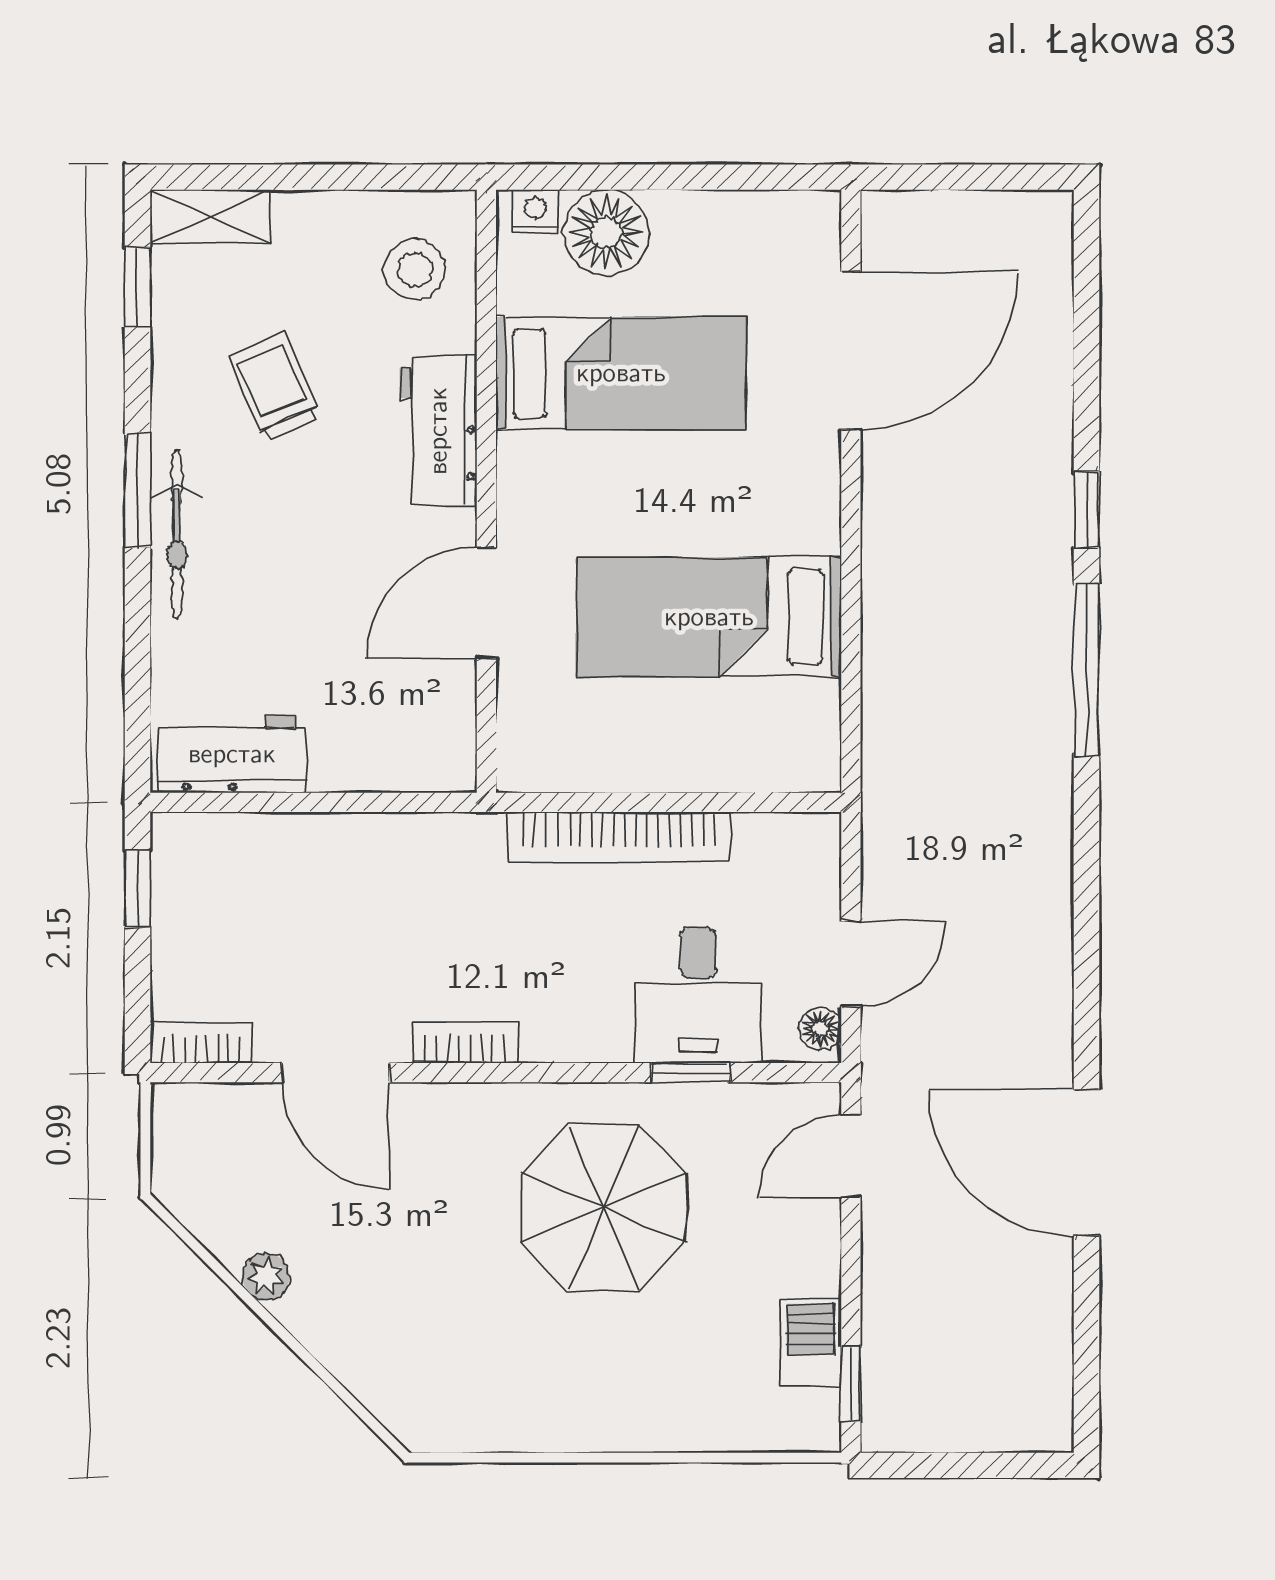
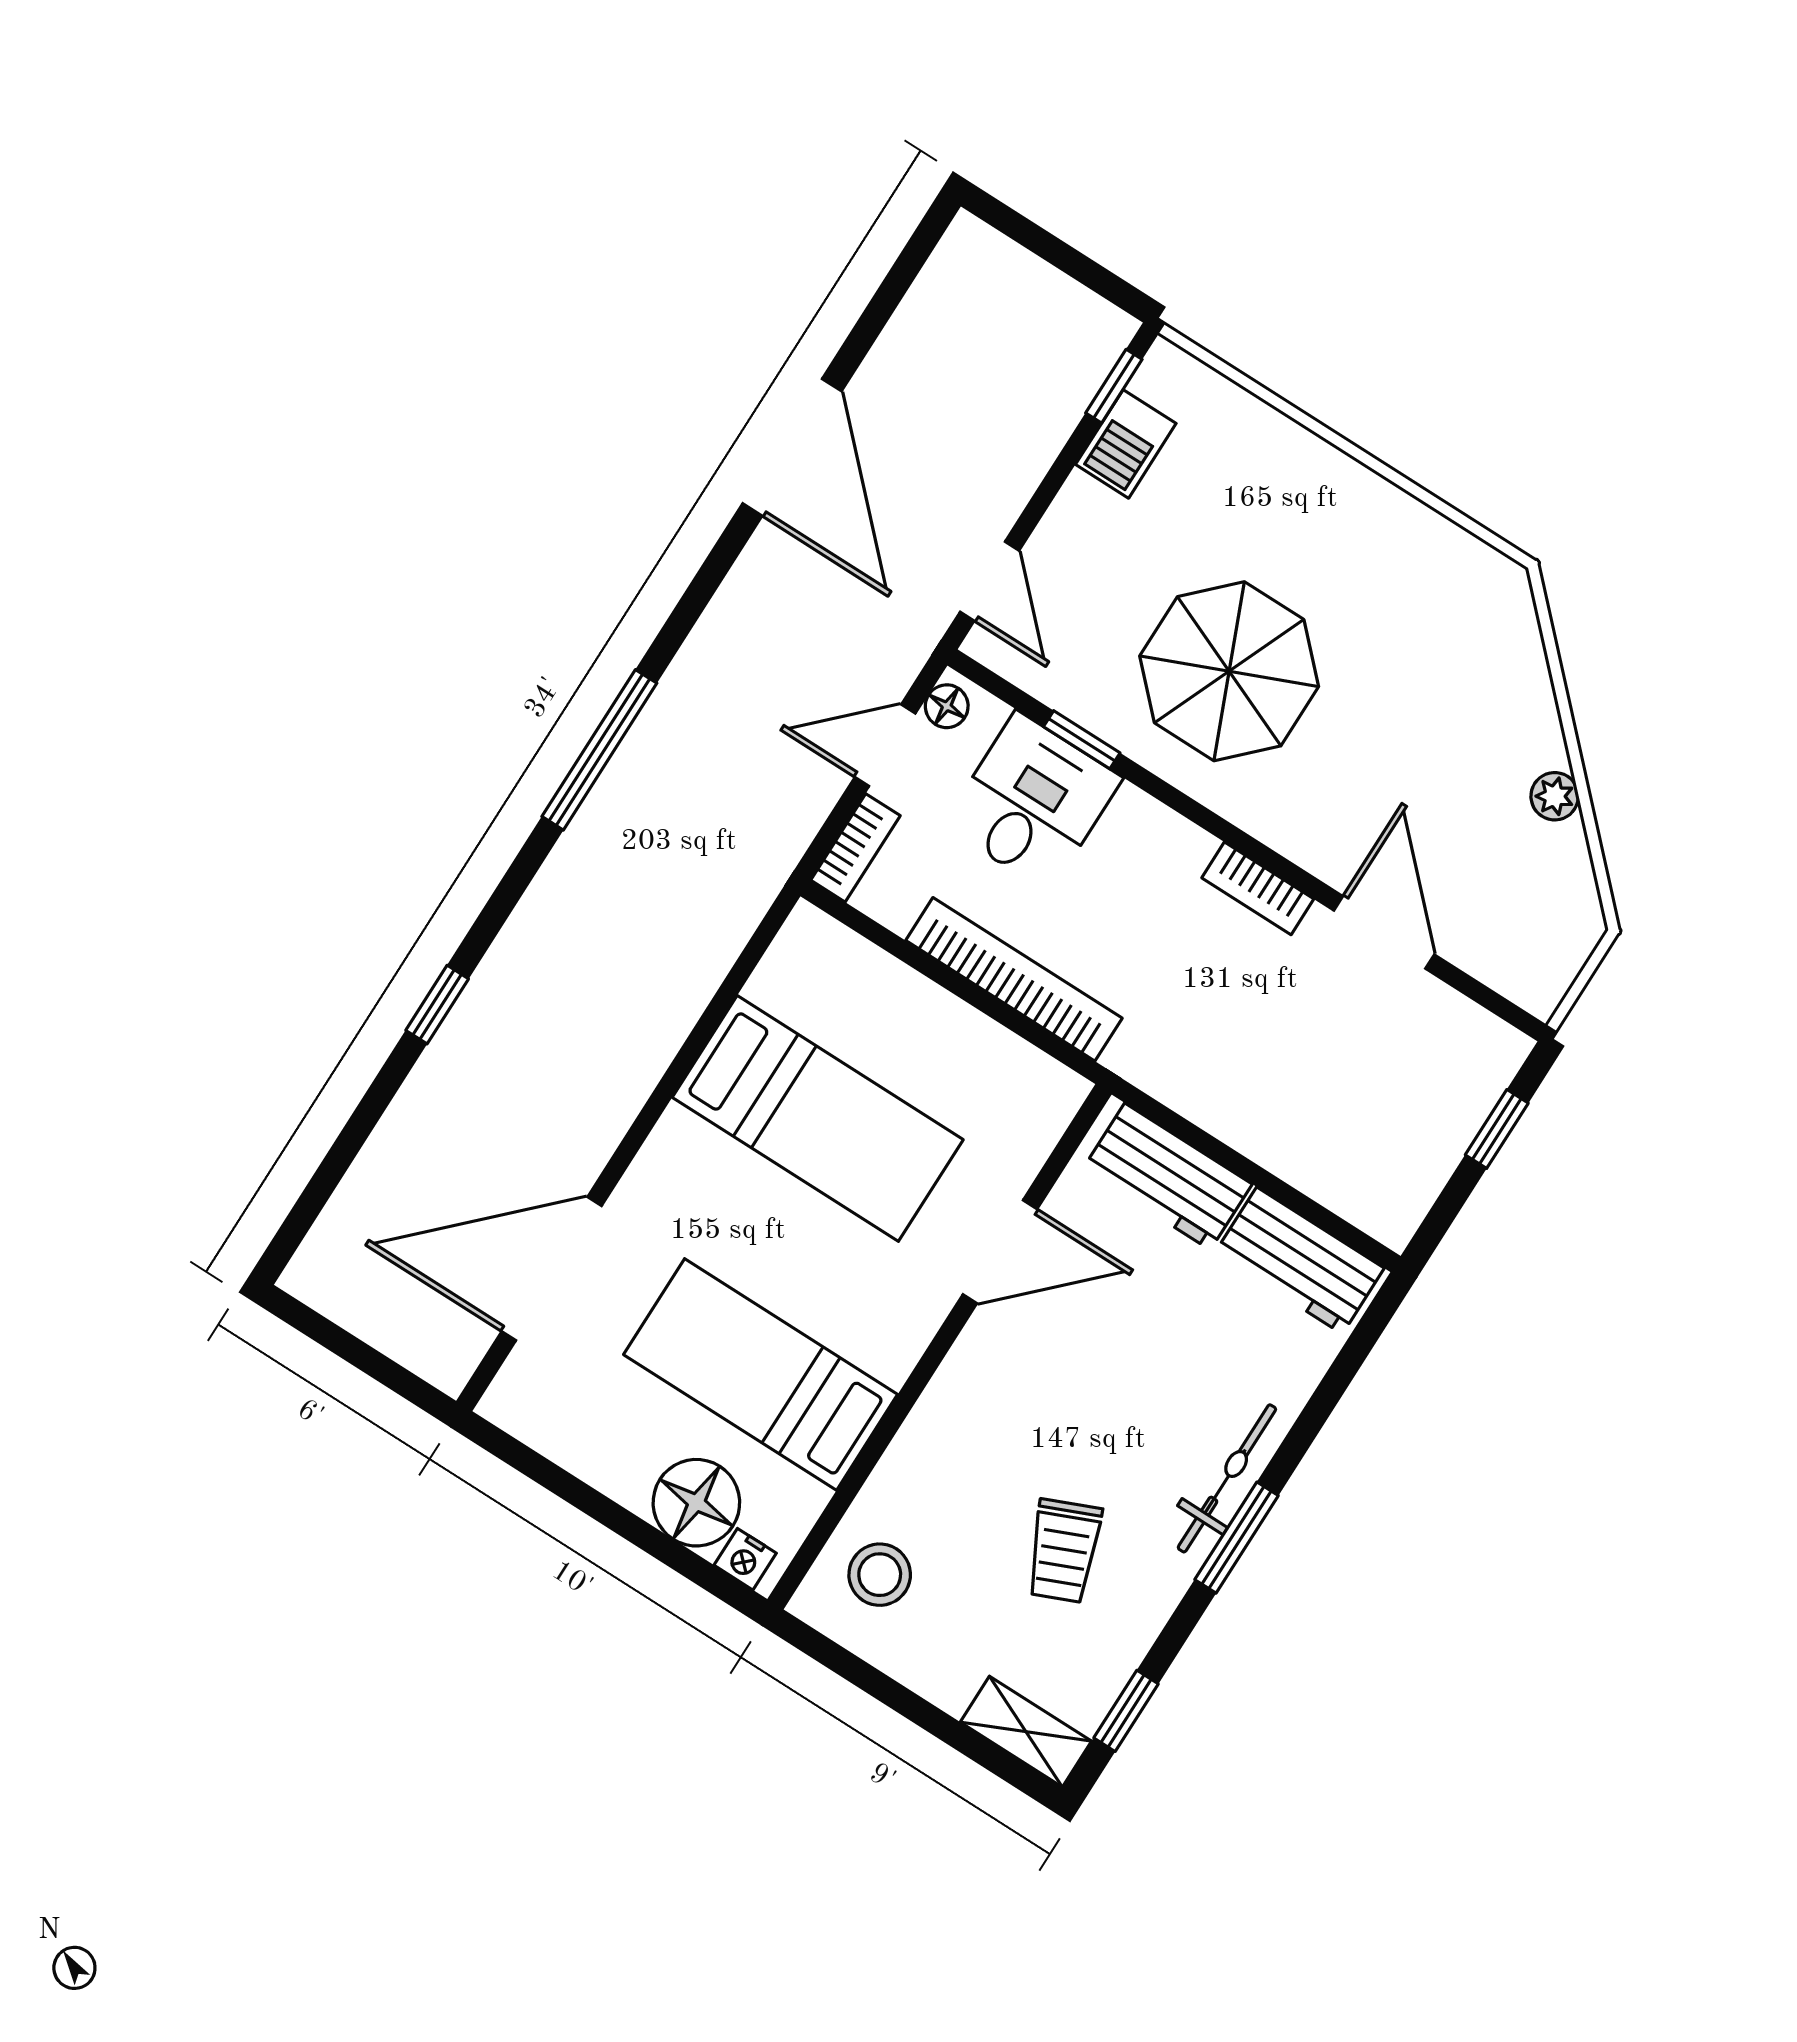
workbench: (438, 431) -> (1168, 1176), moved, turned 90
window: (1087, 670) -> (599, 750), moved
window: (138, 889) -> (1497, 1129), moved
bookcase: (201, 1043) -> (855, 848), moved, turned -90
door: (851, 1156) -> (990, 581), hinge flipped

